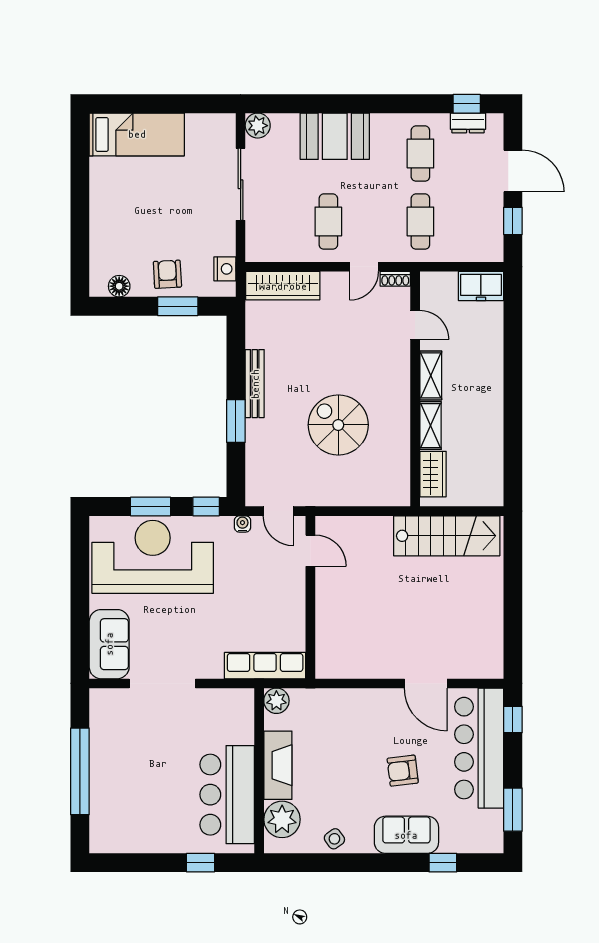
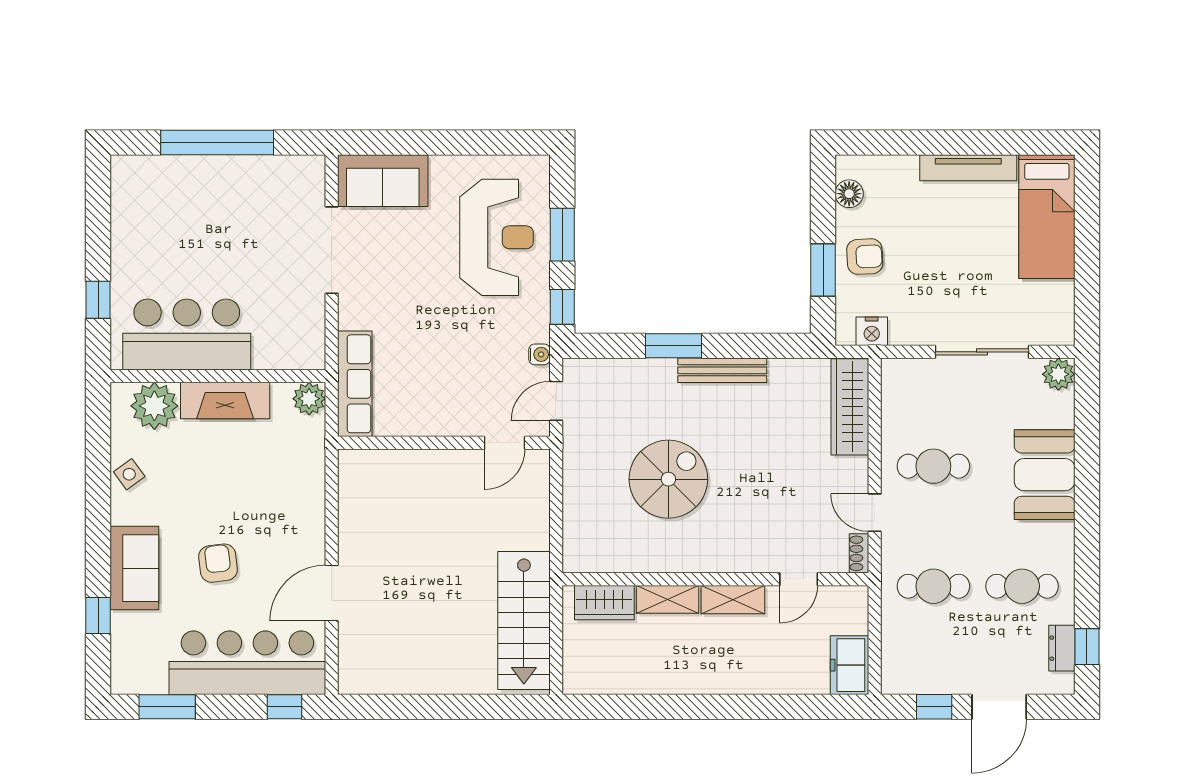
tv unit: (99, 195) -> (968, 168), added
reception desk: (153, 557) -> (497, 237), width x0.74, depth x0.77

